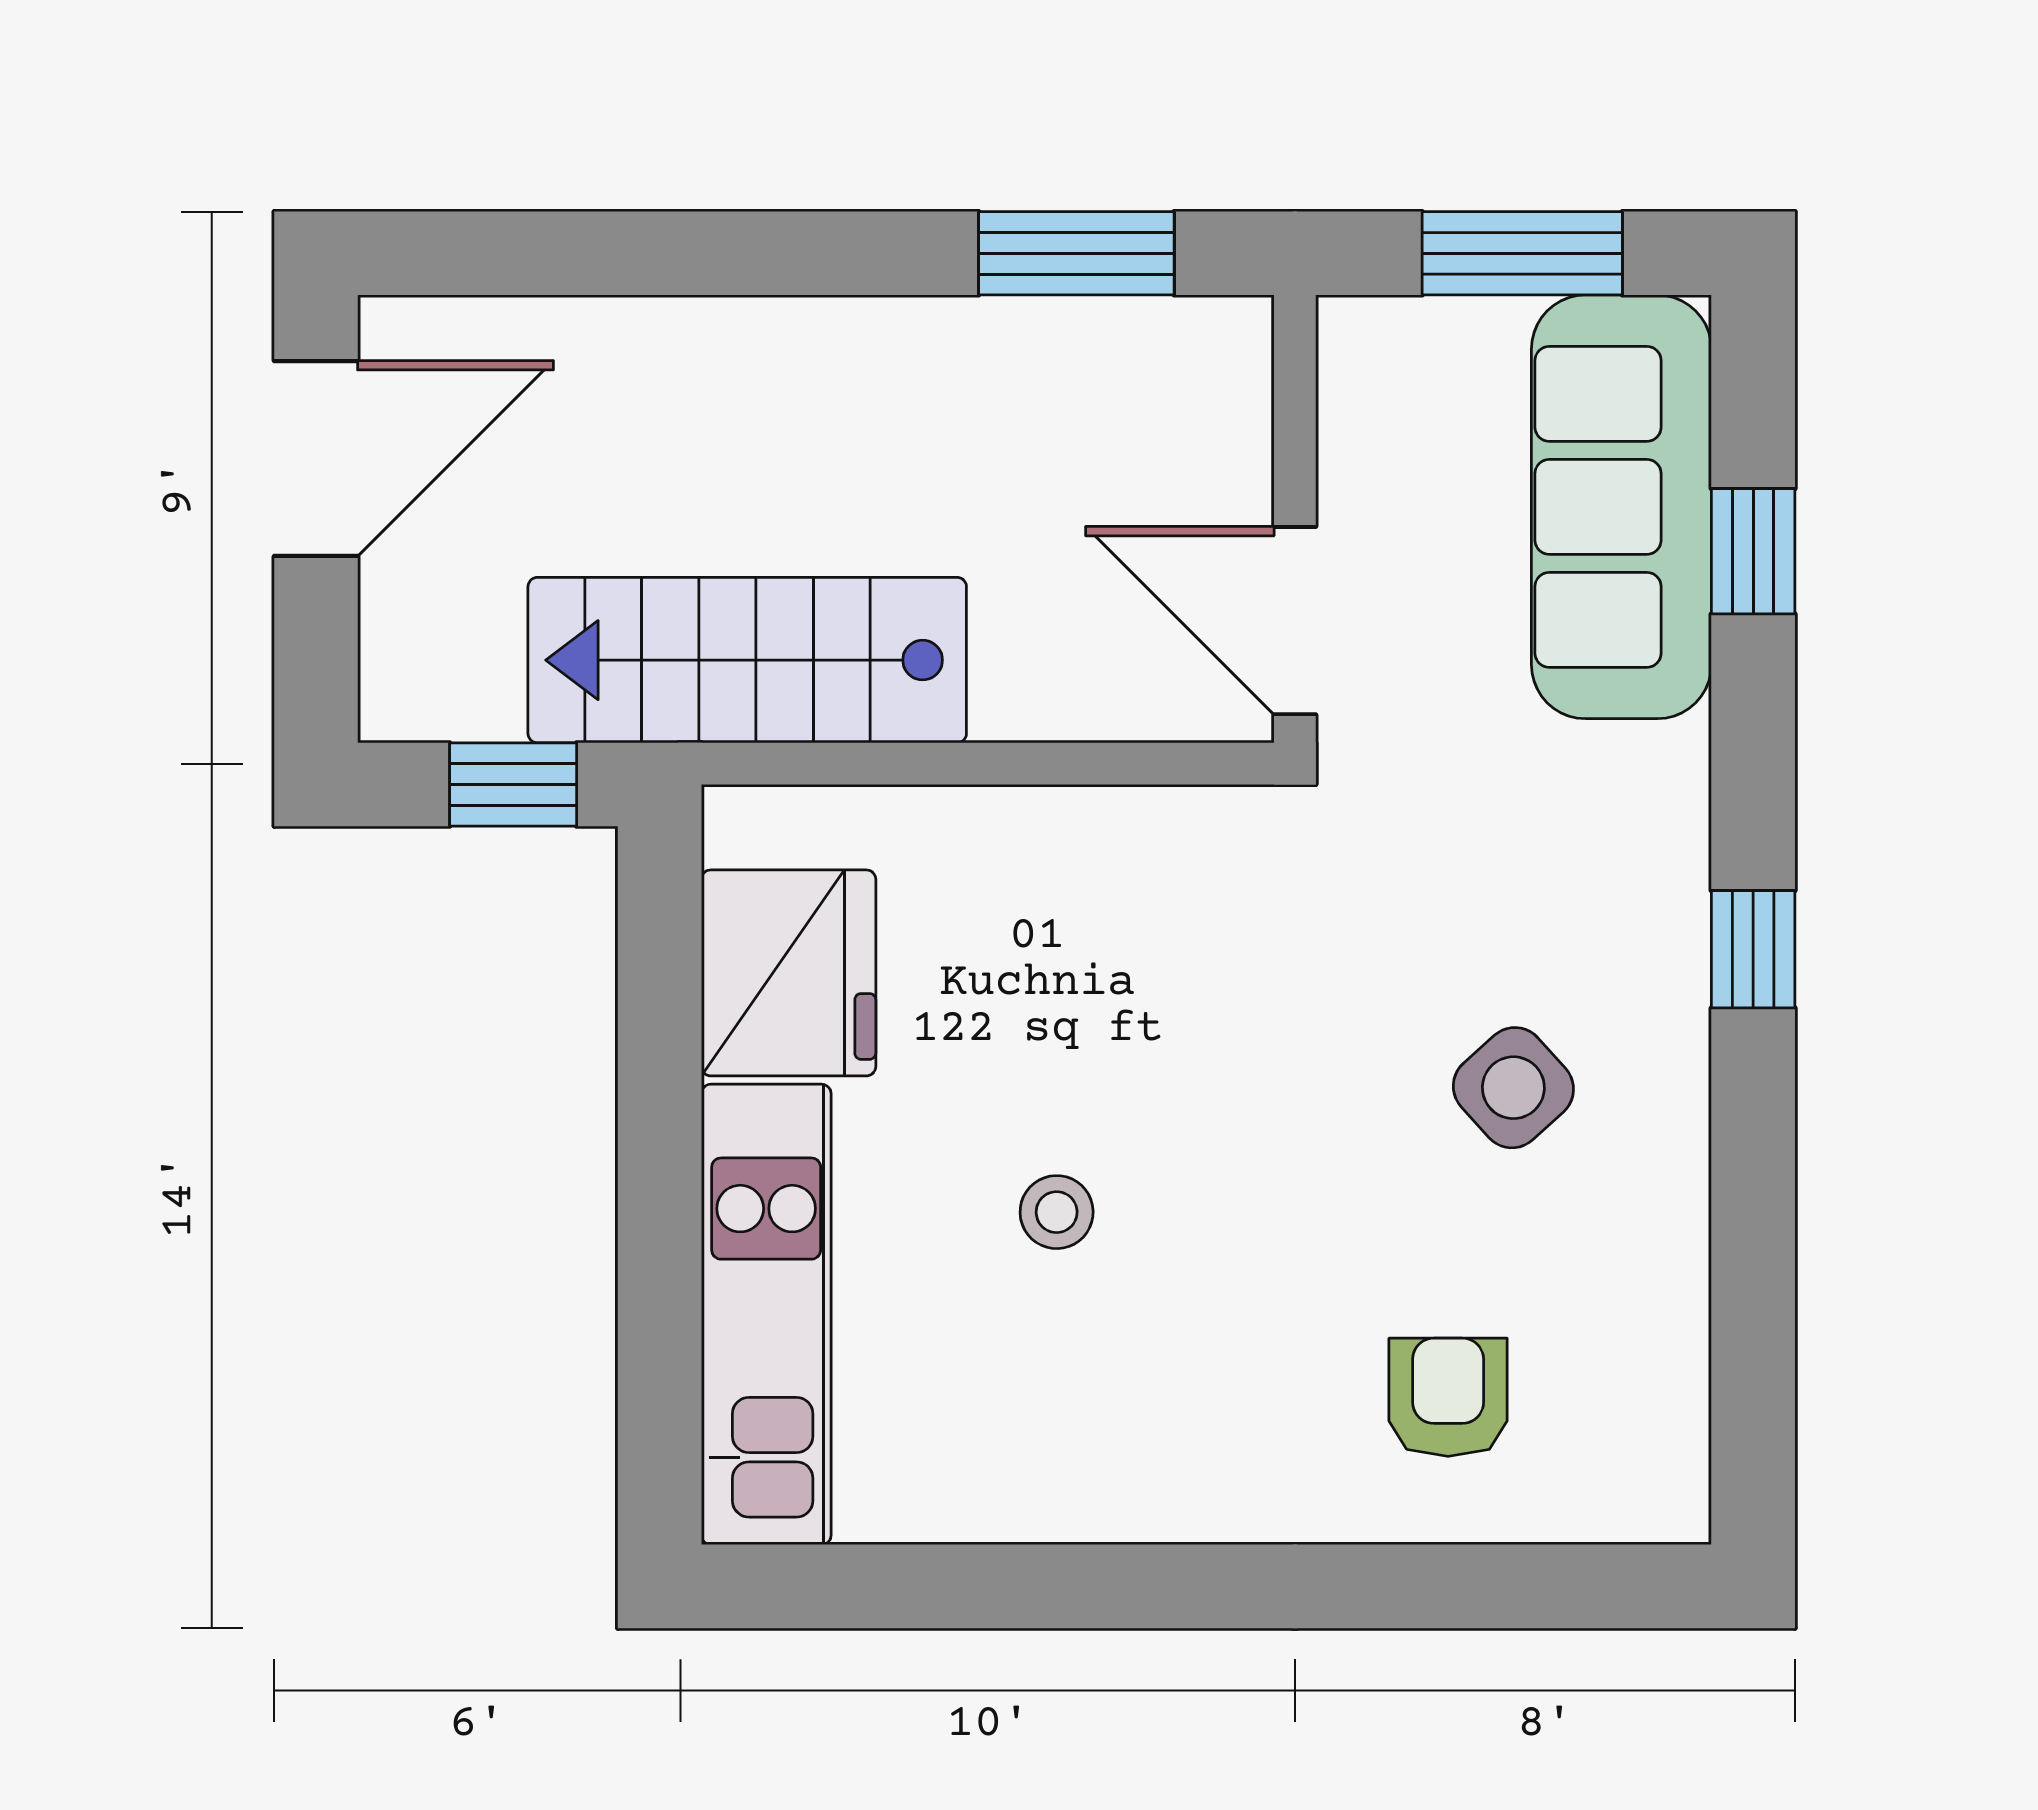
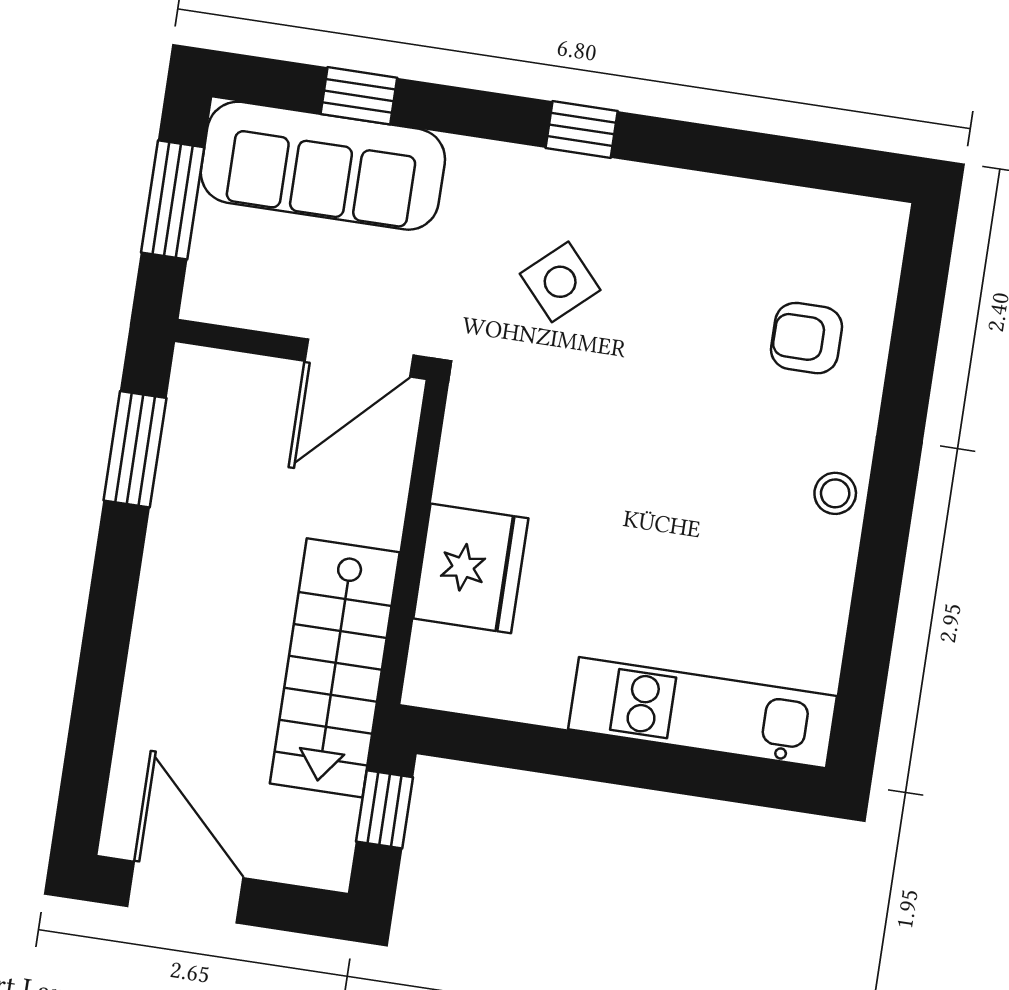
fridge: (789, 973) -> (471, 568), moved, turned 90
side table: (1513, 1088) -> (560, 282), moved
stool: (1057, 1212) -> (835, 493), moved

